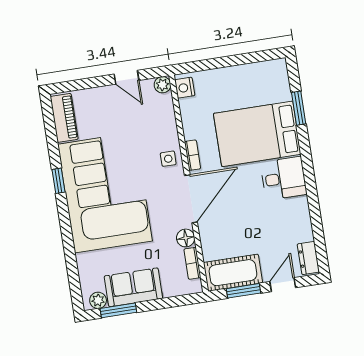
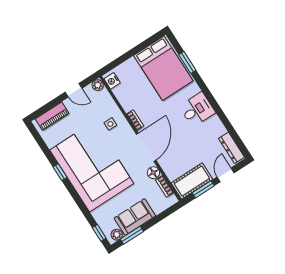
piano: (64, 118) -> (52, 116), moved, turned 90
bed: (257, 134) -> (163, 68), moved, turned -90
side table: (168, 159) -> (110, 124), moved
dresser: (308, 258) -> (232, 148), width x1.44
window: (75, 287) -> (99, 233), added

